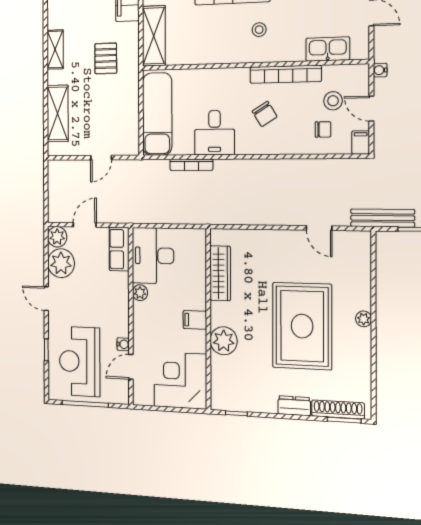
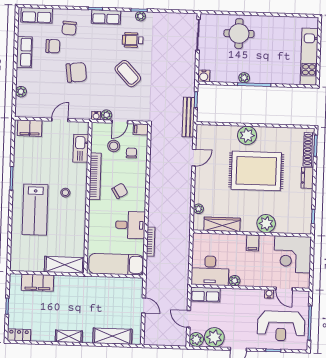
pallet: (106, 58) -> (77, 300), removed
plant: (382, 87) -> (107, 115), added
plant: (242, 237) -> (198, 209), added
plant: (364, 319) -> (247, 135), width x1.87, depth x1.87

